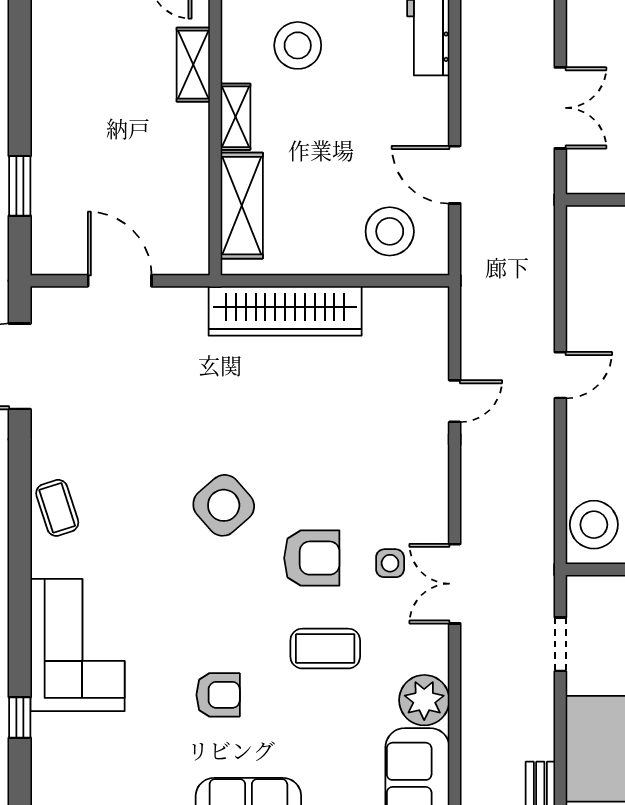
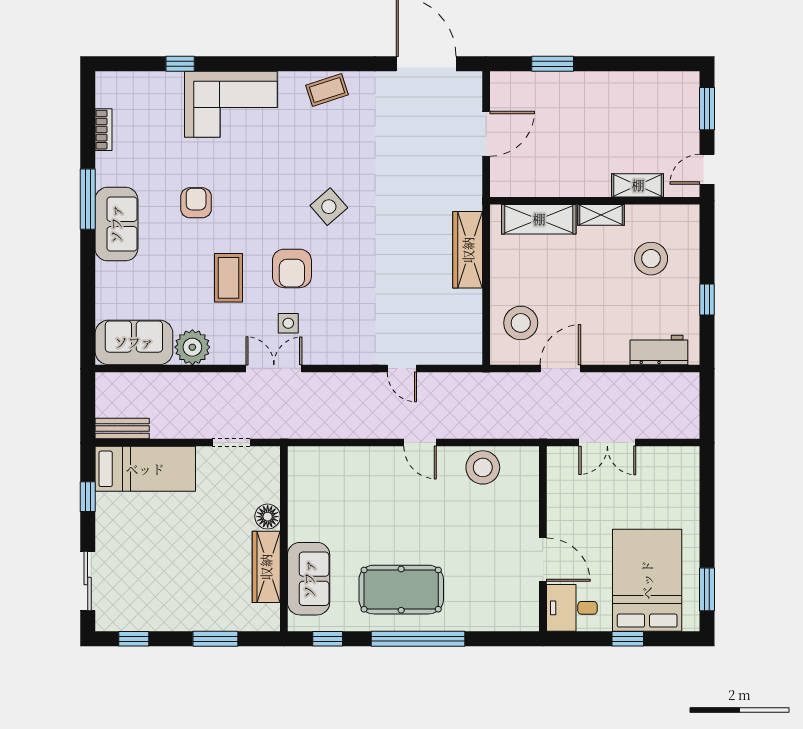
wardrobe: (285, 311) -> (468, 250), width x0.71, depth x0.85
side table: (224, 505) -> (329, 207), width x0.73, depth x0.73
stool: (594, 525) -> (483, 467), moved
armchair: (218, 695) -> (196, 203), turned 180

